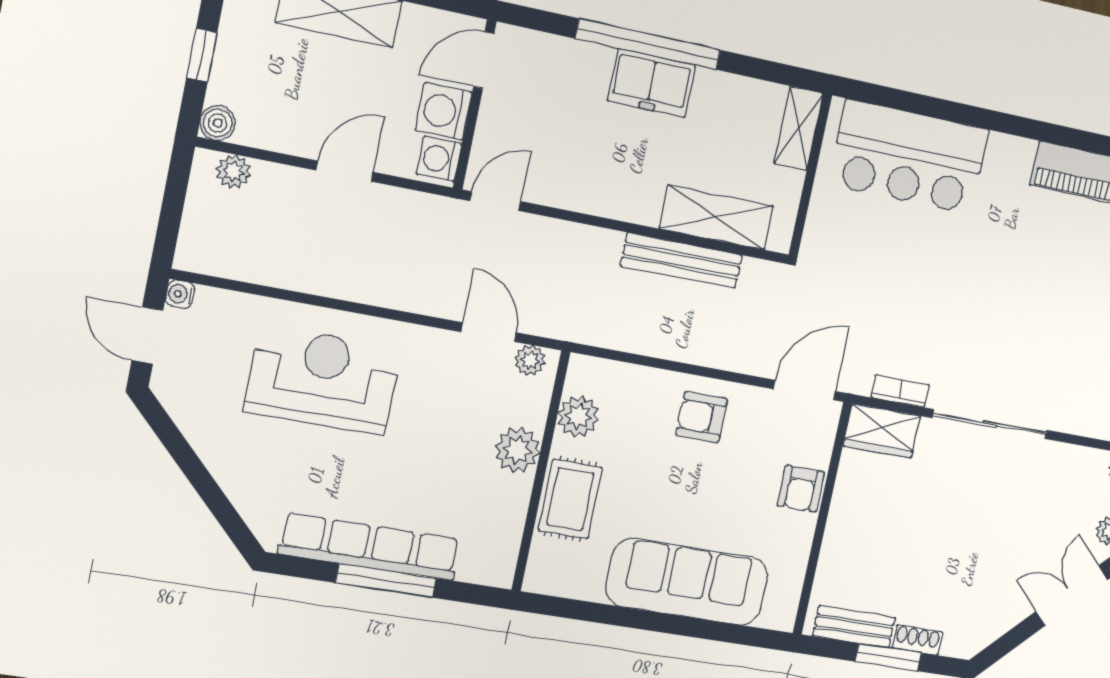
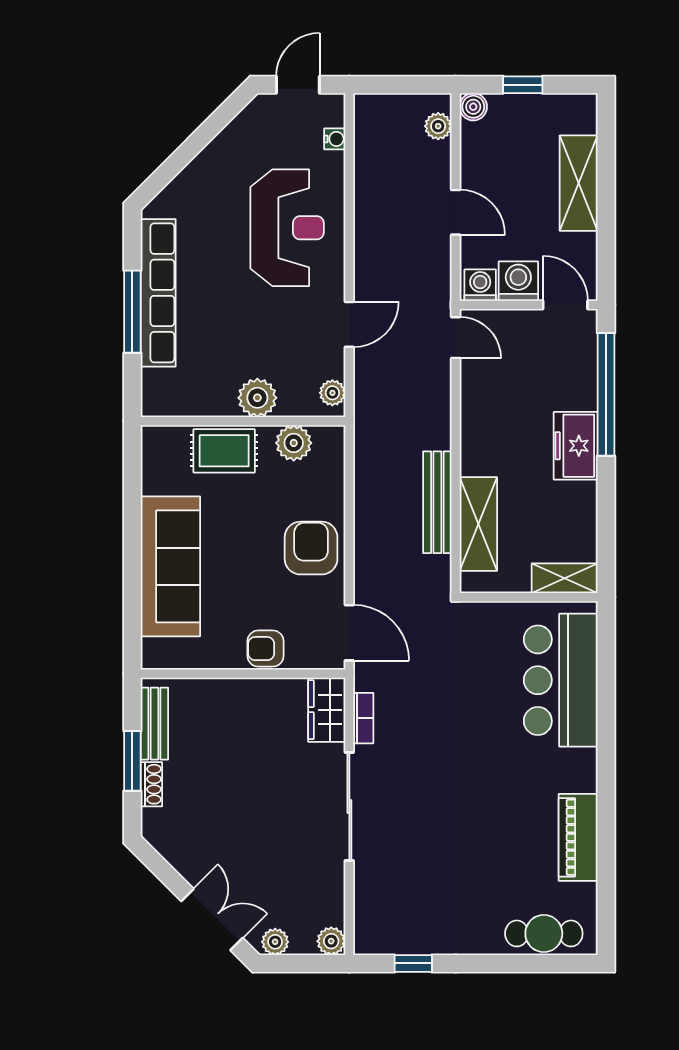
window: (648, 44) -> (606, 394), moved
water cooler: (180, 294) -> (335, 139), moved, turned 90
door: (489, 332) -> (349, 324), moved
armchair: (702, 417) -> (311, 548), width x1.38, depth x1.38

